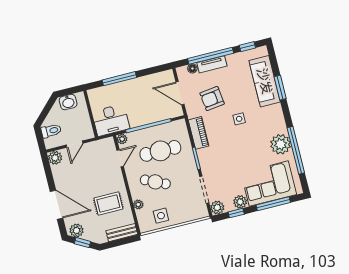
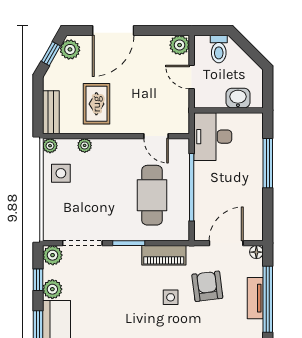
floor lamp: (192, 68) -> (256, 252), moved
washbasin: (68, 102) -> (238, 98), moved, turned 90
side table: (239, 119) -> (171, 297), moved
plant: (122, 139) -> (50, 146), moved
cafe table: (155, 182) -> (110, 177), removed

